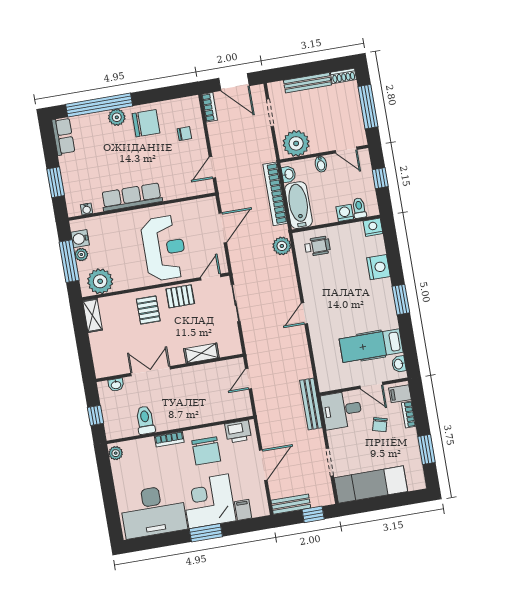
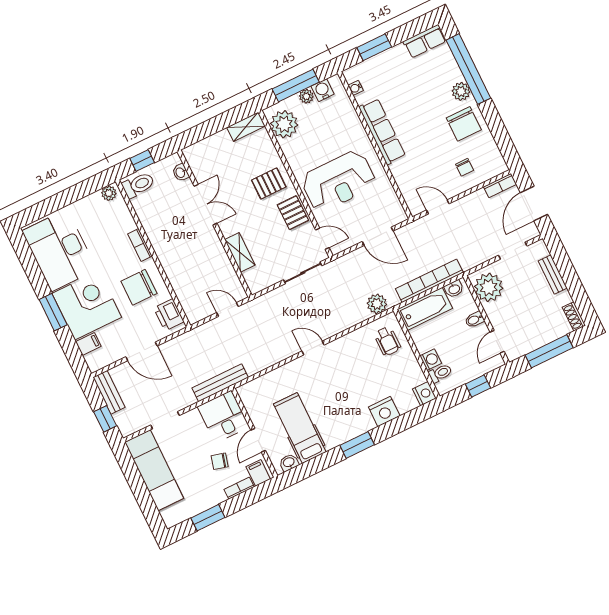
bench: (307, 83) -> (553, 275), width x0.73
toilet: (145, 420) -> (138, 185), moved

